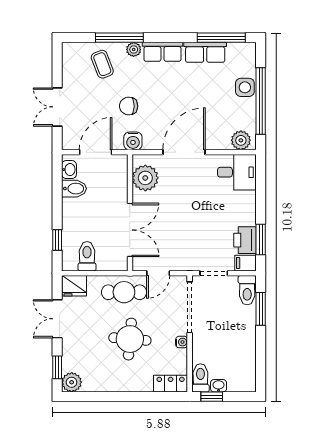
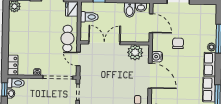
coffee table: (102, 64) -> (203, 28), removed
water cooler: (133, 141) -> (157, 57), moved
double door: (130, 230) -> (104, 43), swing flipped
round table: (130, 339) -> (40, 41), removed

